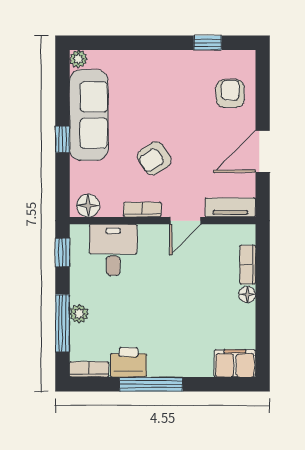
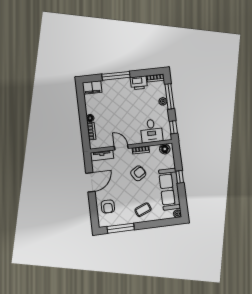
window: (208, 43) -> (121, 228), width x2.17
coffee table: (153, 77) -> (143, 210), added
door: (185, 221) -> (121, 147), hinge flipped
window: (151, 384) -> (116, 76), moved

